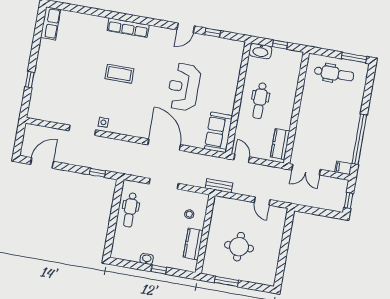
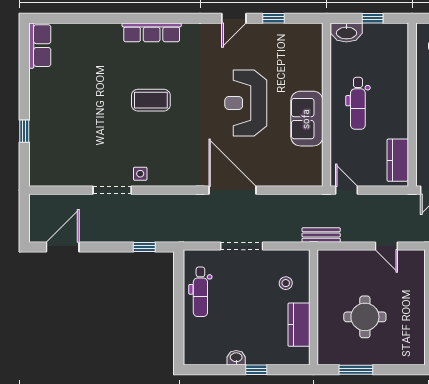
sofa: (218, 132) -> (307, 119), moved

